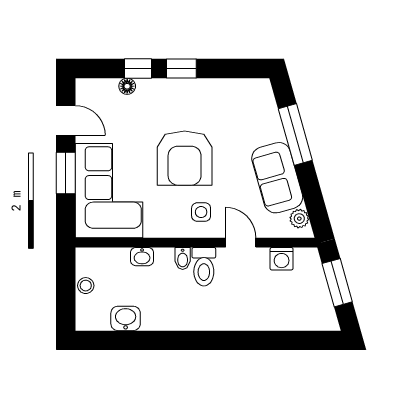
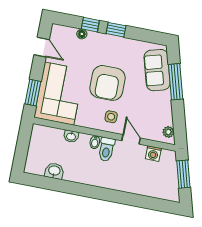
window: (66, 173) -> (33, 93), moved
sofa: (277, 178) -> (157, 70), moved
stool: (86, 286) -> (35, 147), removed

